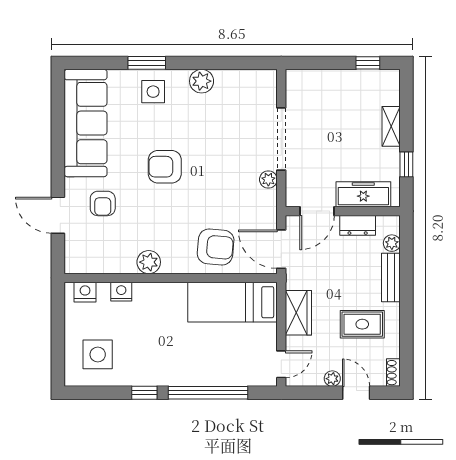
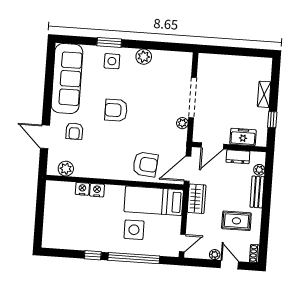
window: (368, 63) -> (252, 52), removed
freezer: (363, 194) -> (243, 137), width x0.71
door: (281, 249) -> (188, 169), hinge flipped
plant: (149, 262) -> (66, 169), moved
nightstand: (85, 292) -> (97, 190), moved
wardrobe: (298, 313) -> (197, 199), moved
side table: (98, 354) -> (134, 230), moved

